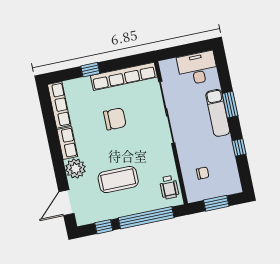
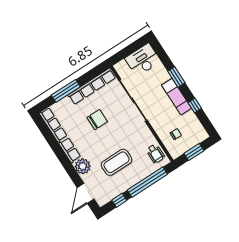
window: (90, 70) -> (66, 91), width x2.17
exam couch: (218, 113) -> (176, 97), moved

